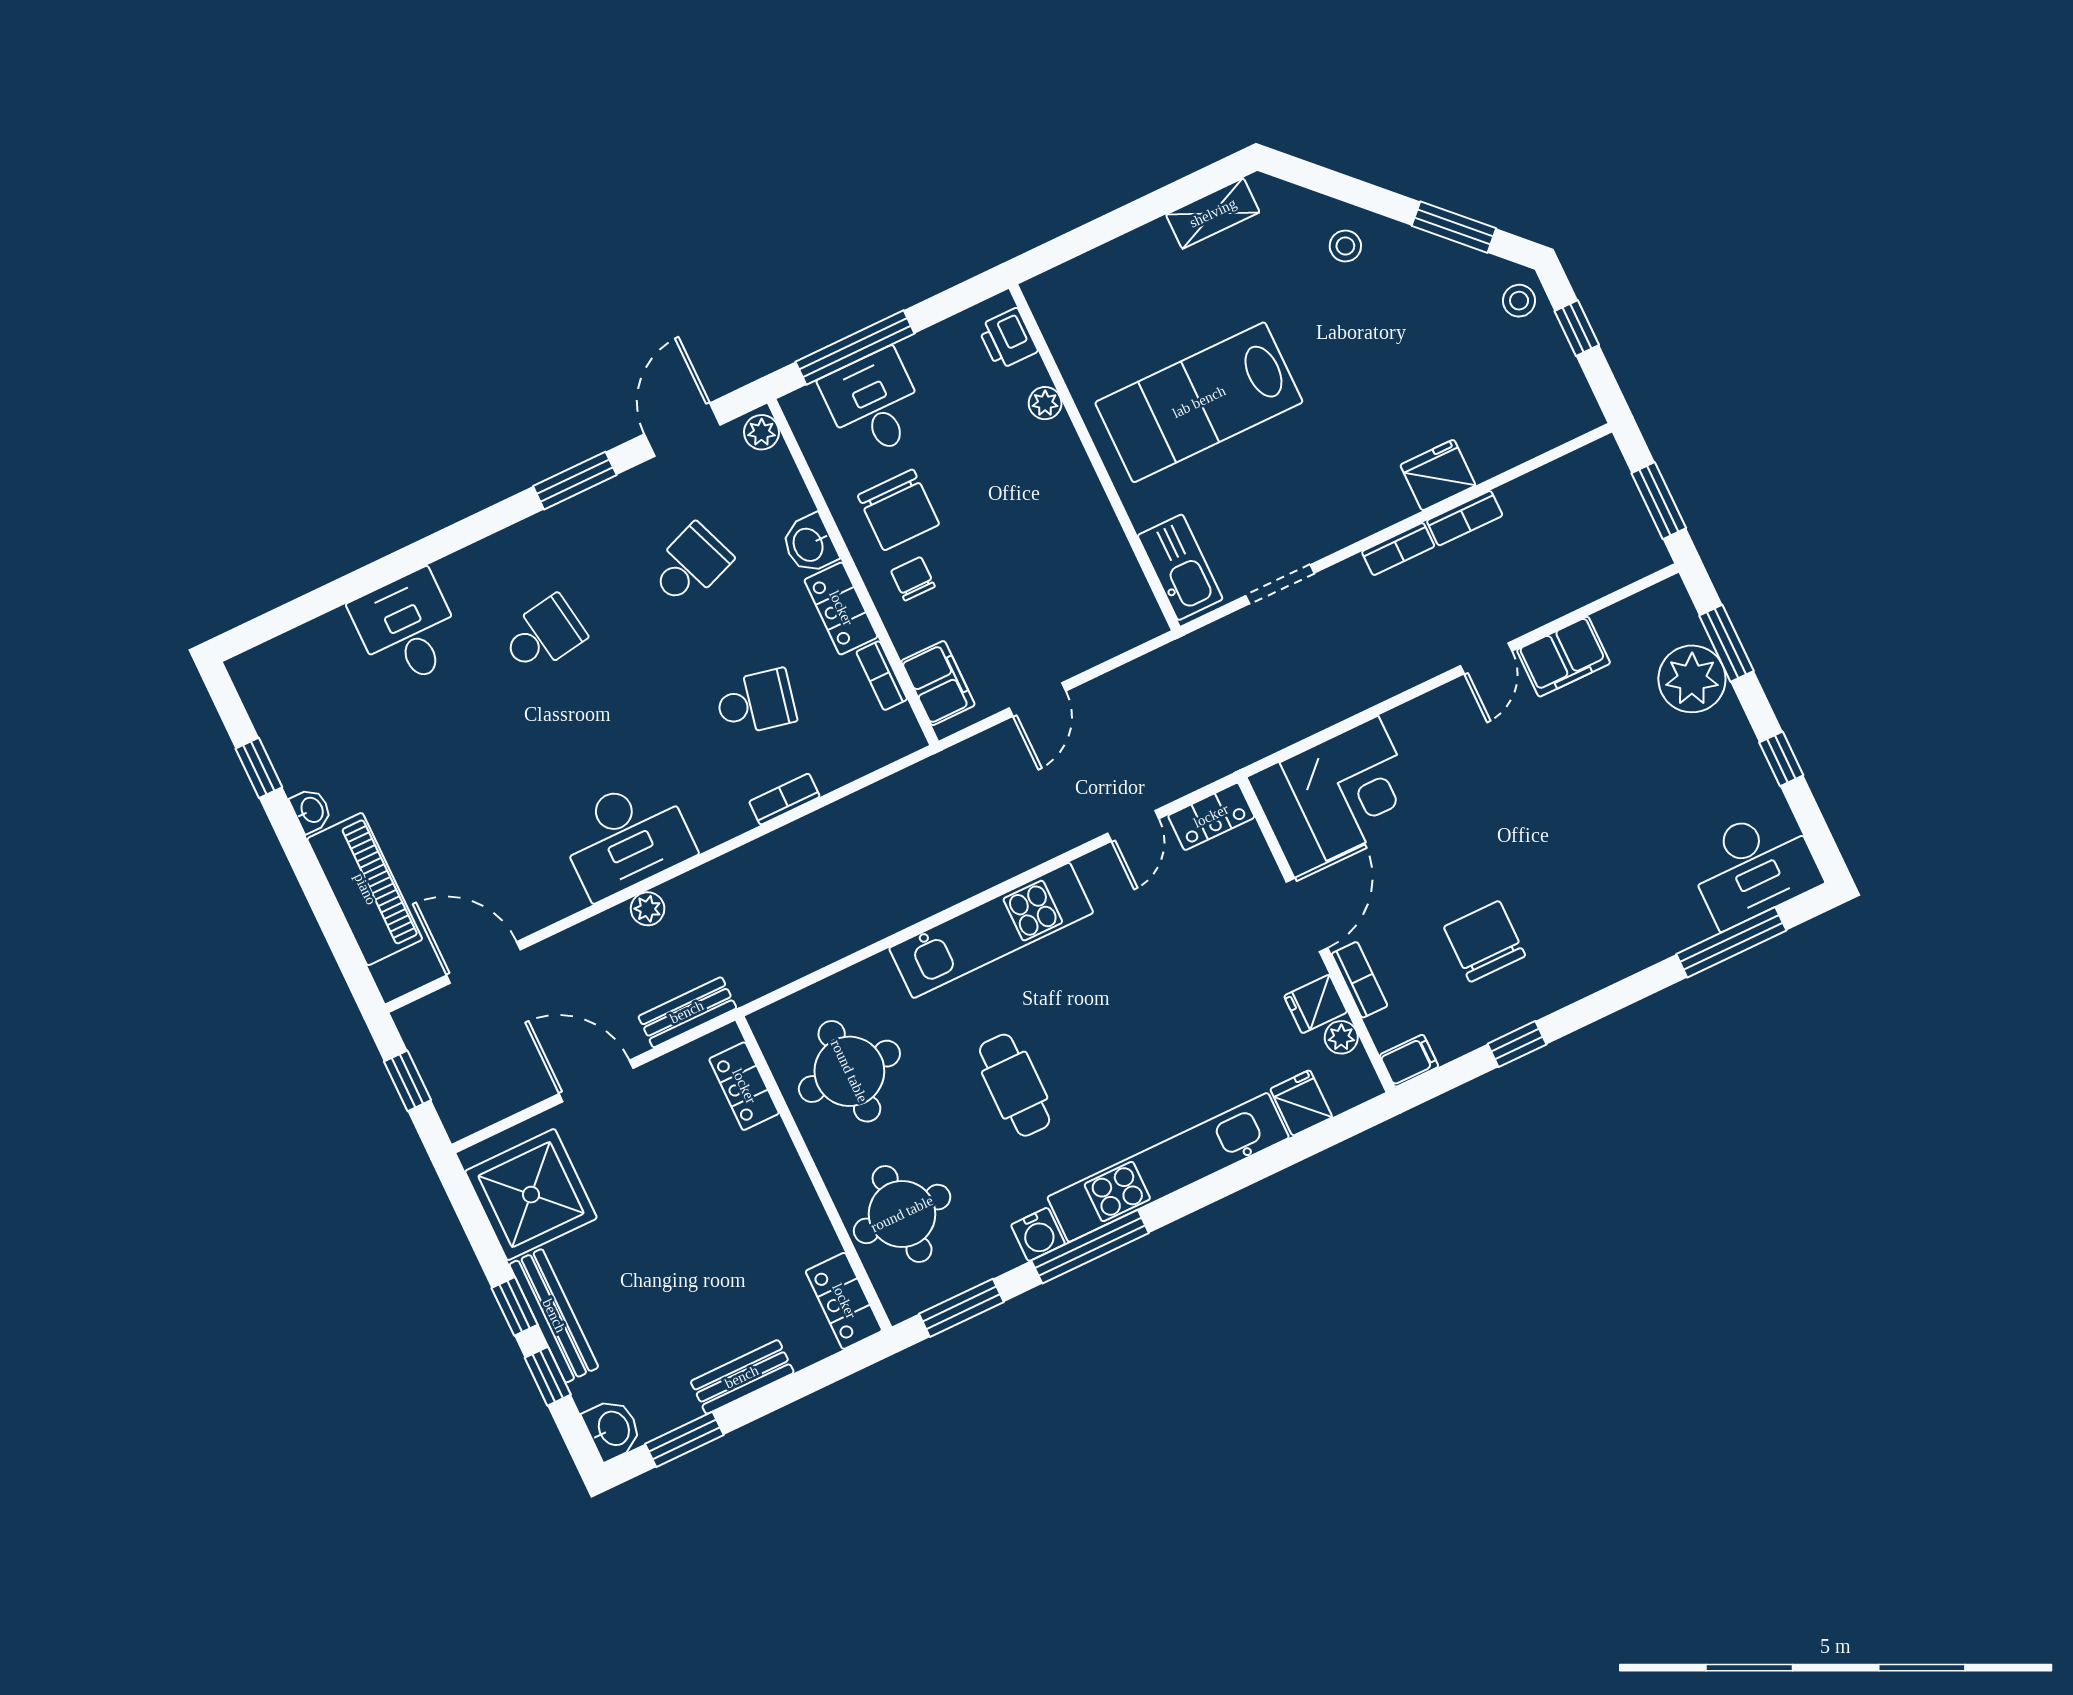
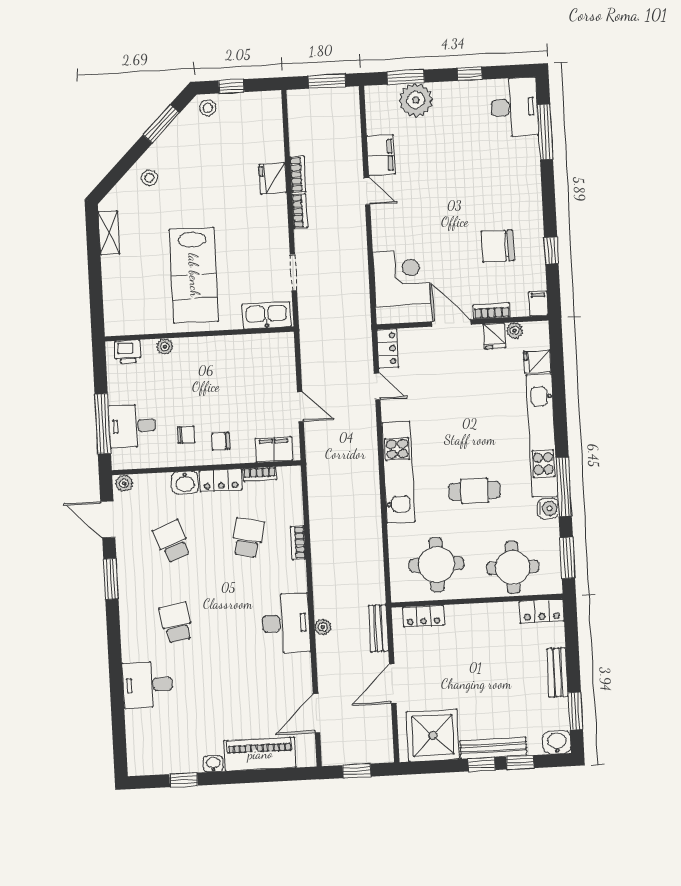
chair: (898, 510) -> (186, 435), width x0.54, depth x0.54

